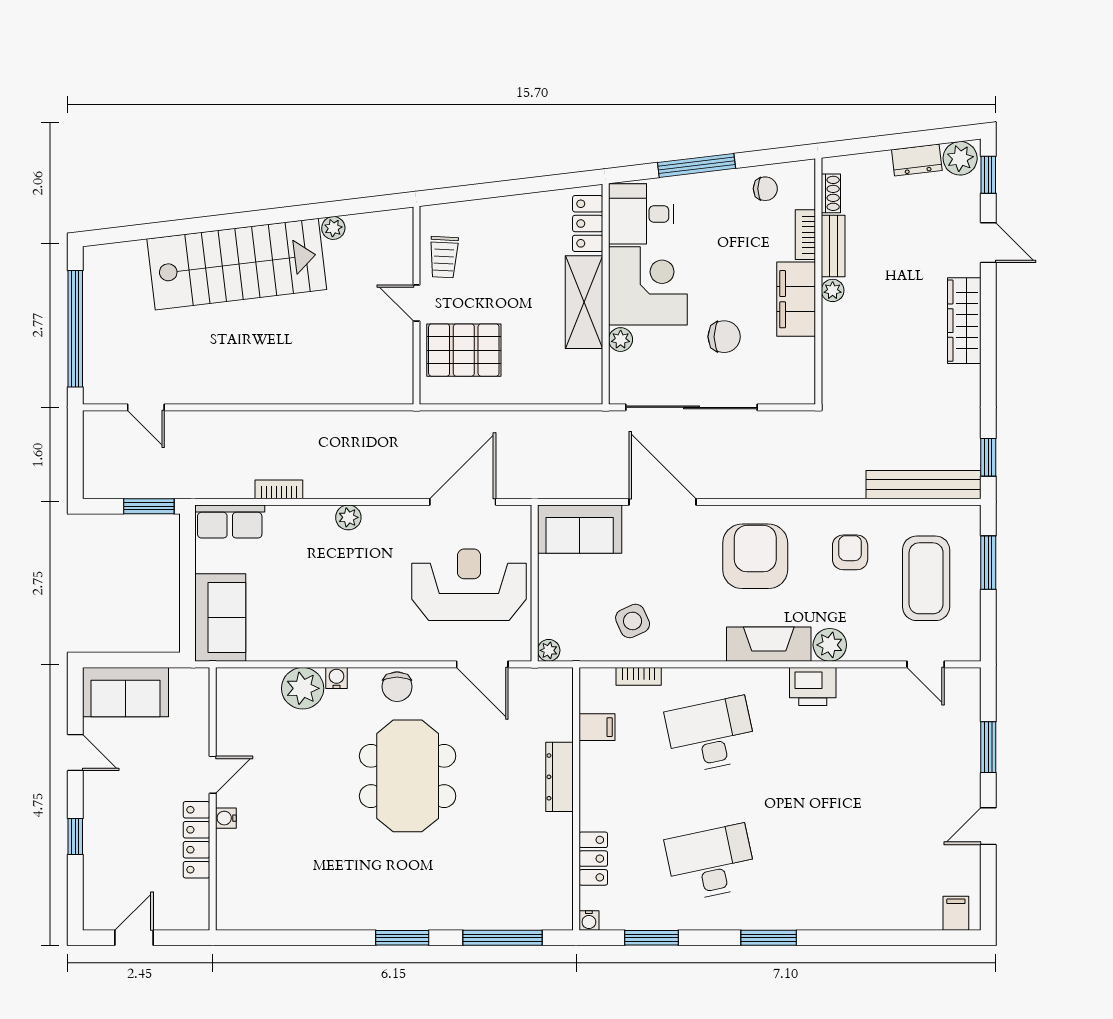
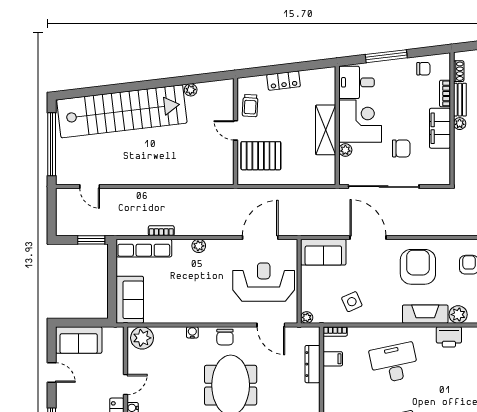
locker: (588, 224) -> (284, 81), moved, turned -97
stairs: (237, 264) -> (122, 111), width x1.36
row of seats: (230, 521) -> (144, 248), width x1.48
bookcase: (639, 676) -> (335, 331), moved
plant: (303, 688) -> (142, 338), moved
dresser: (560, 777) -> (312, 364), moved

